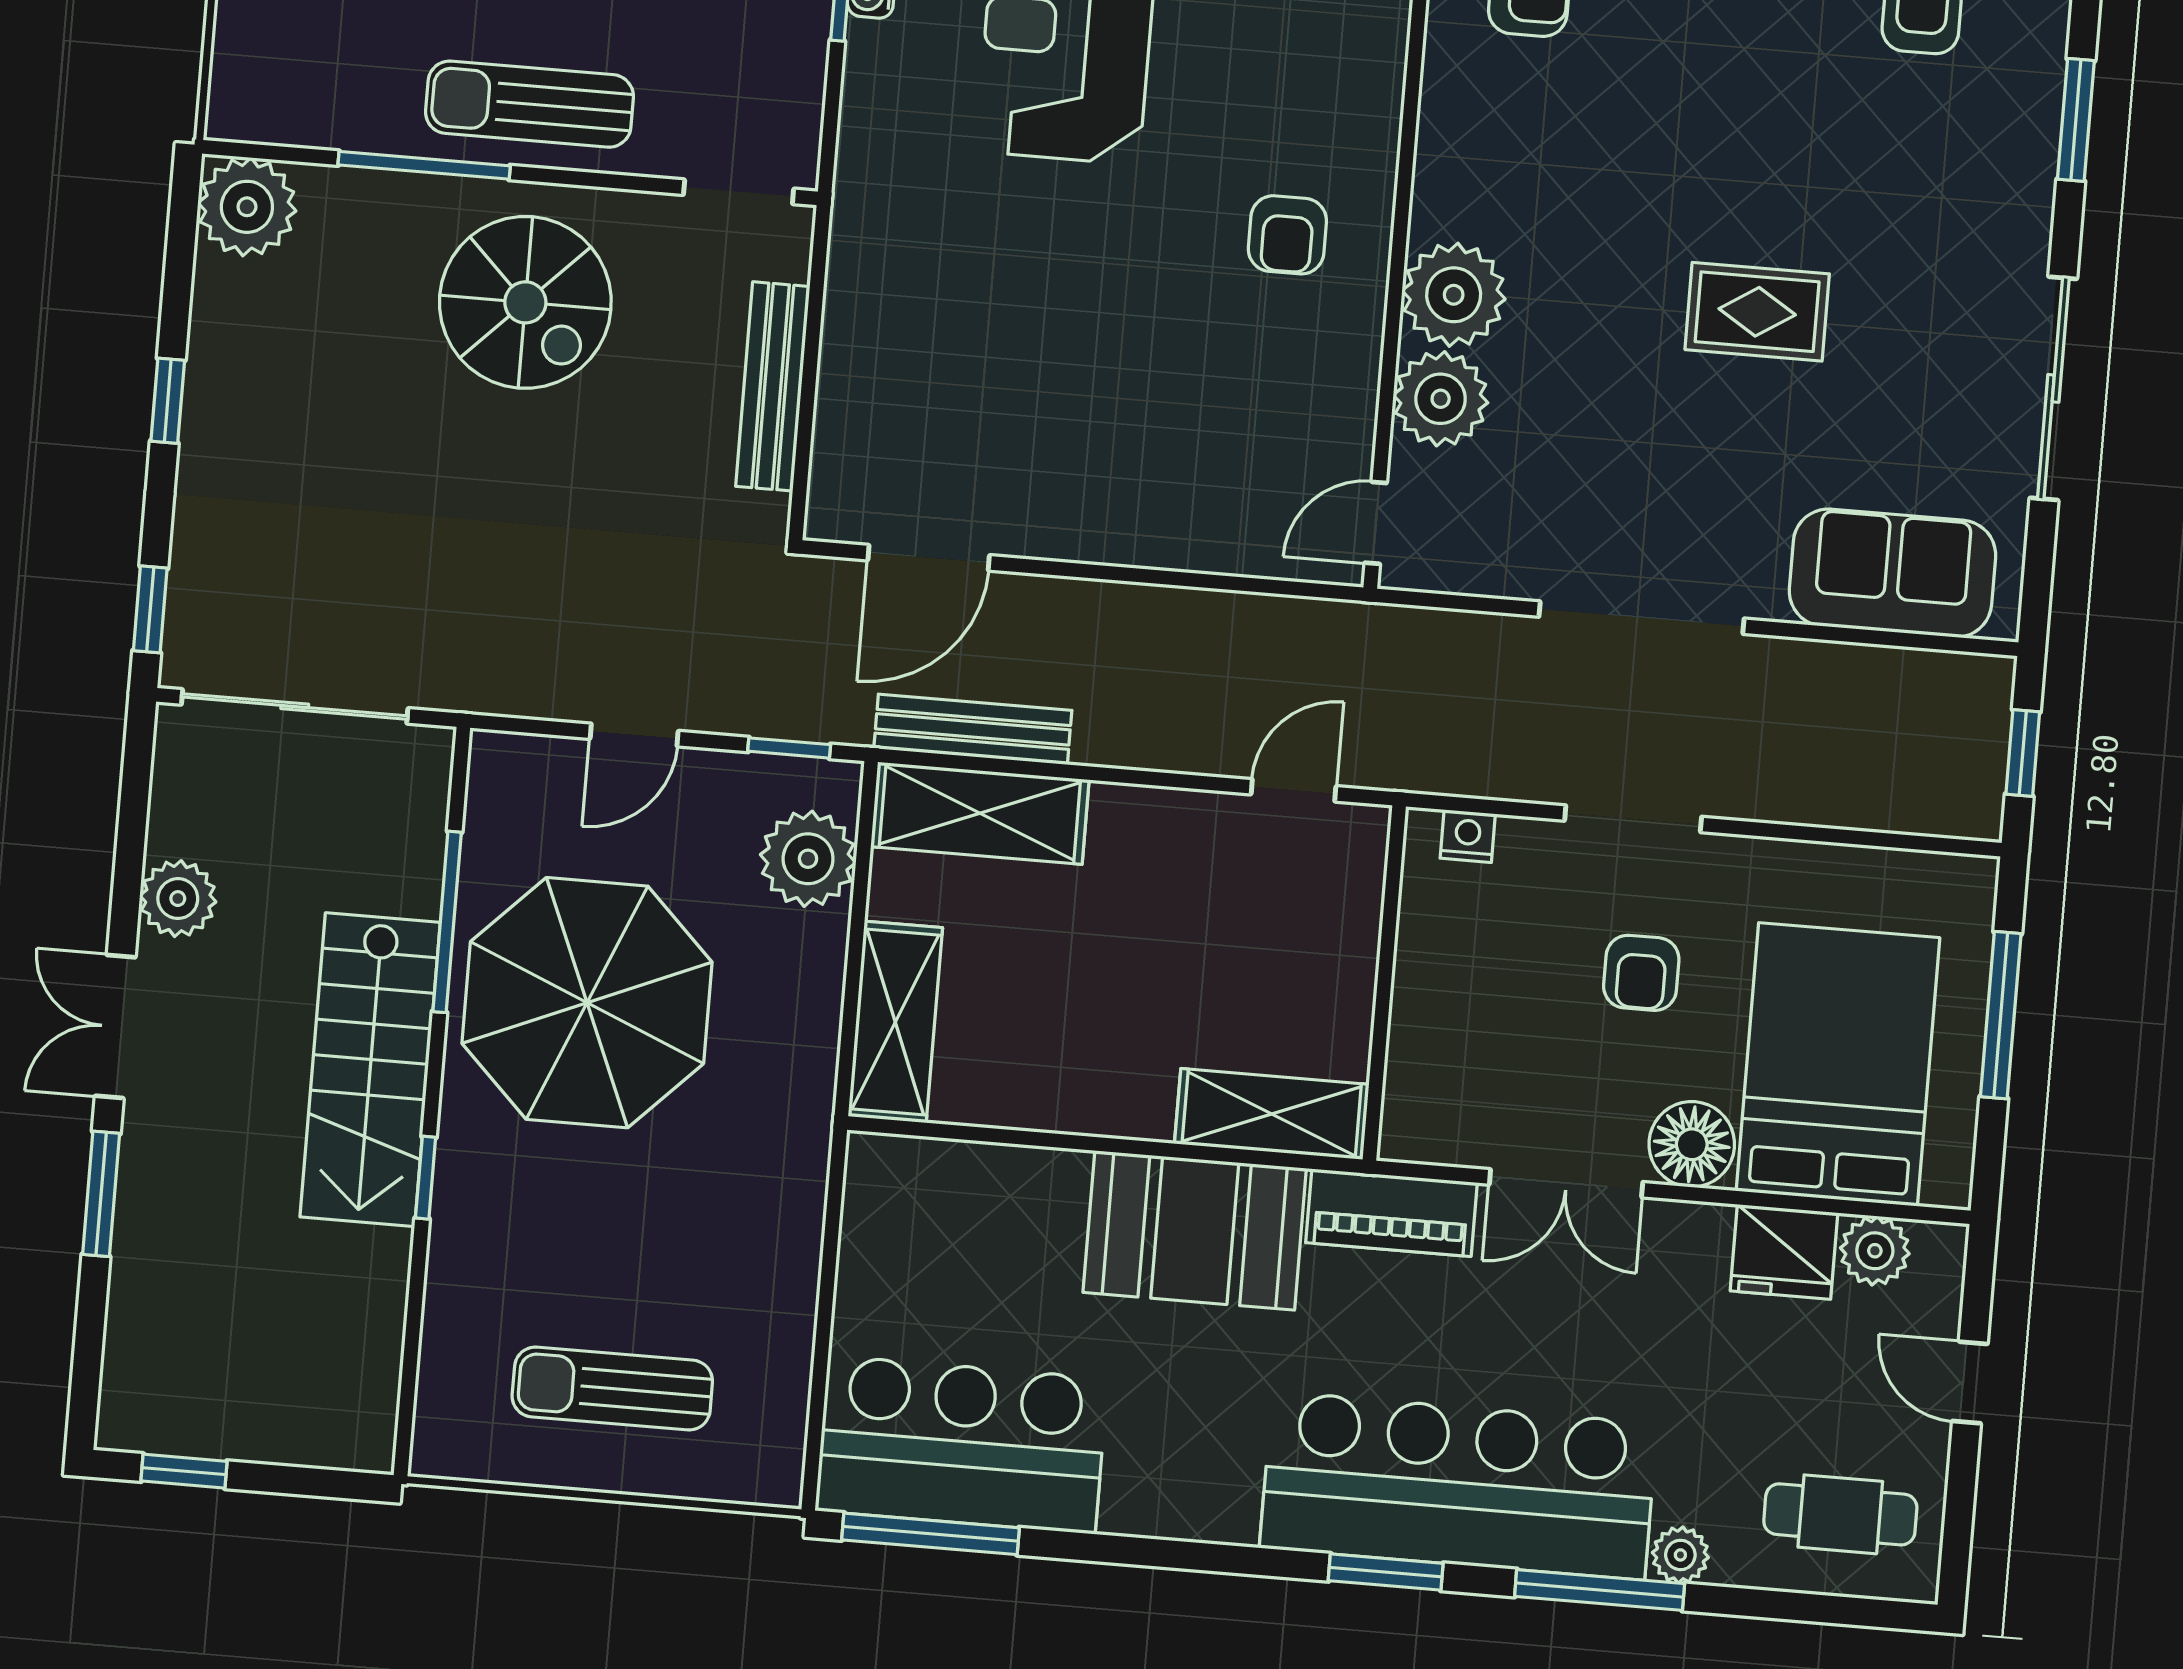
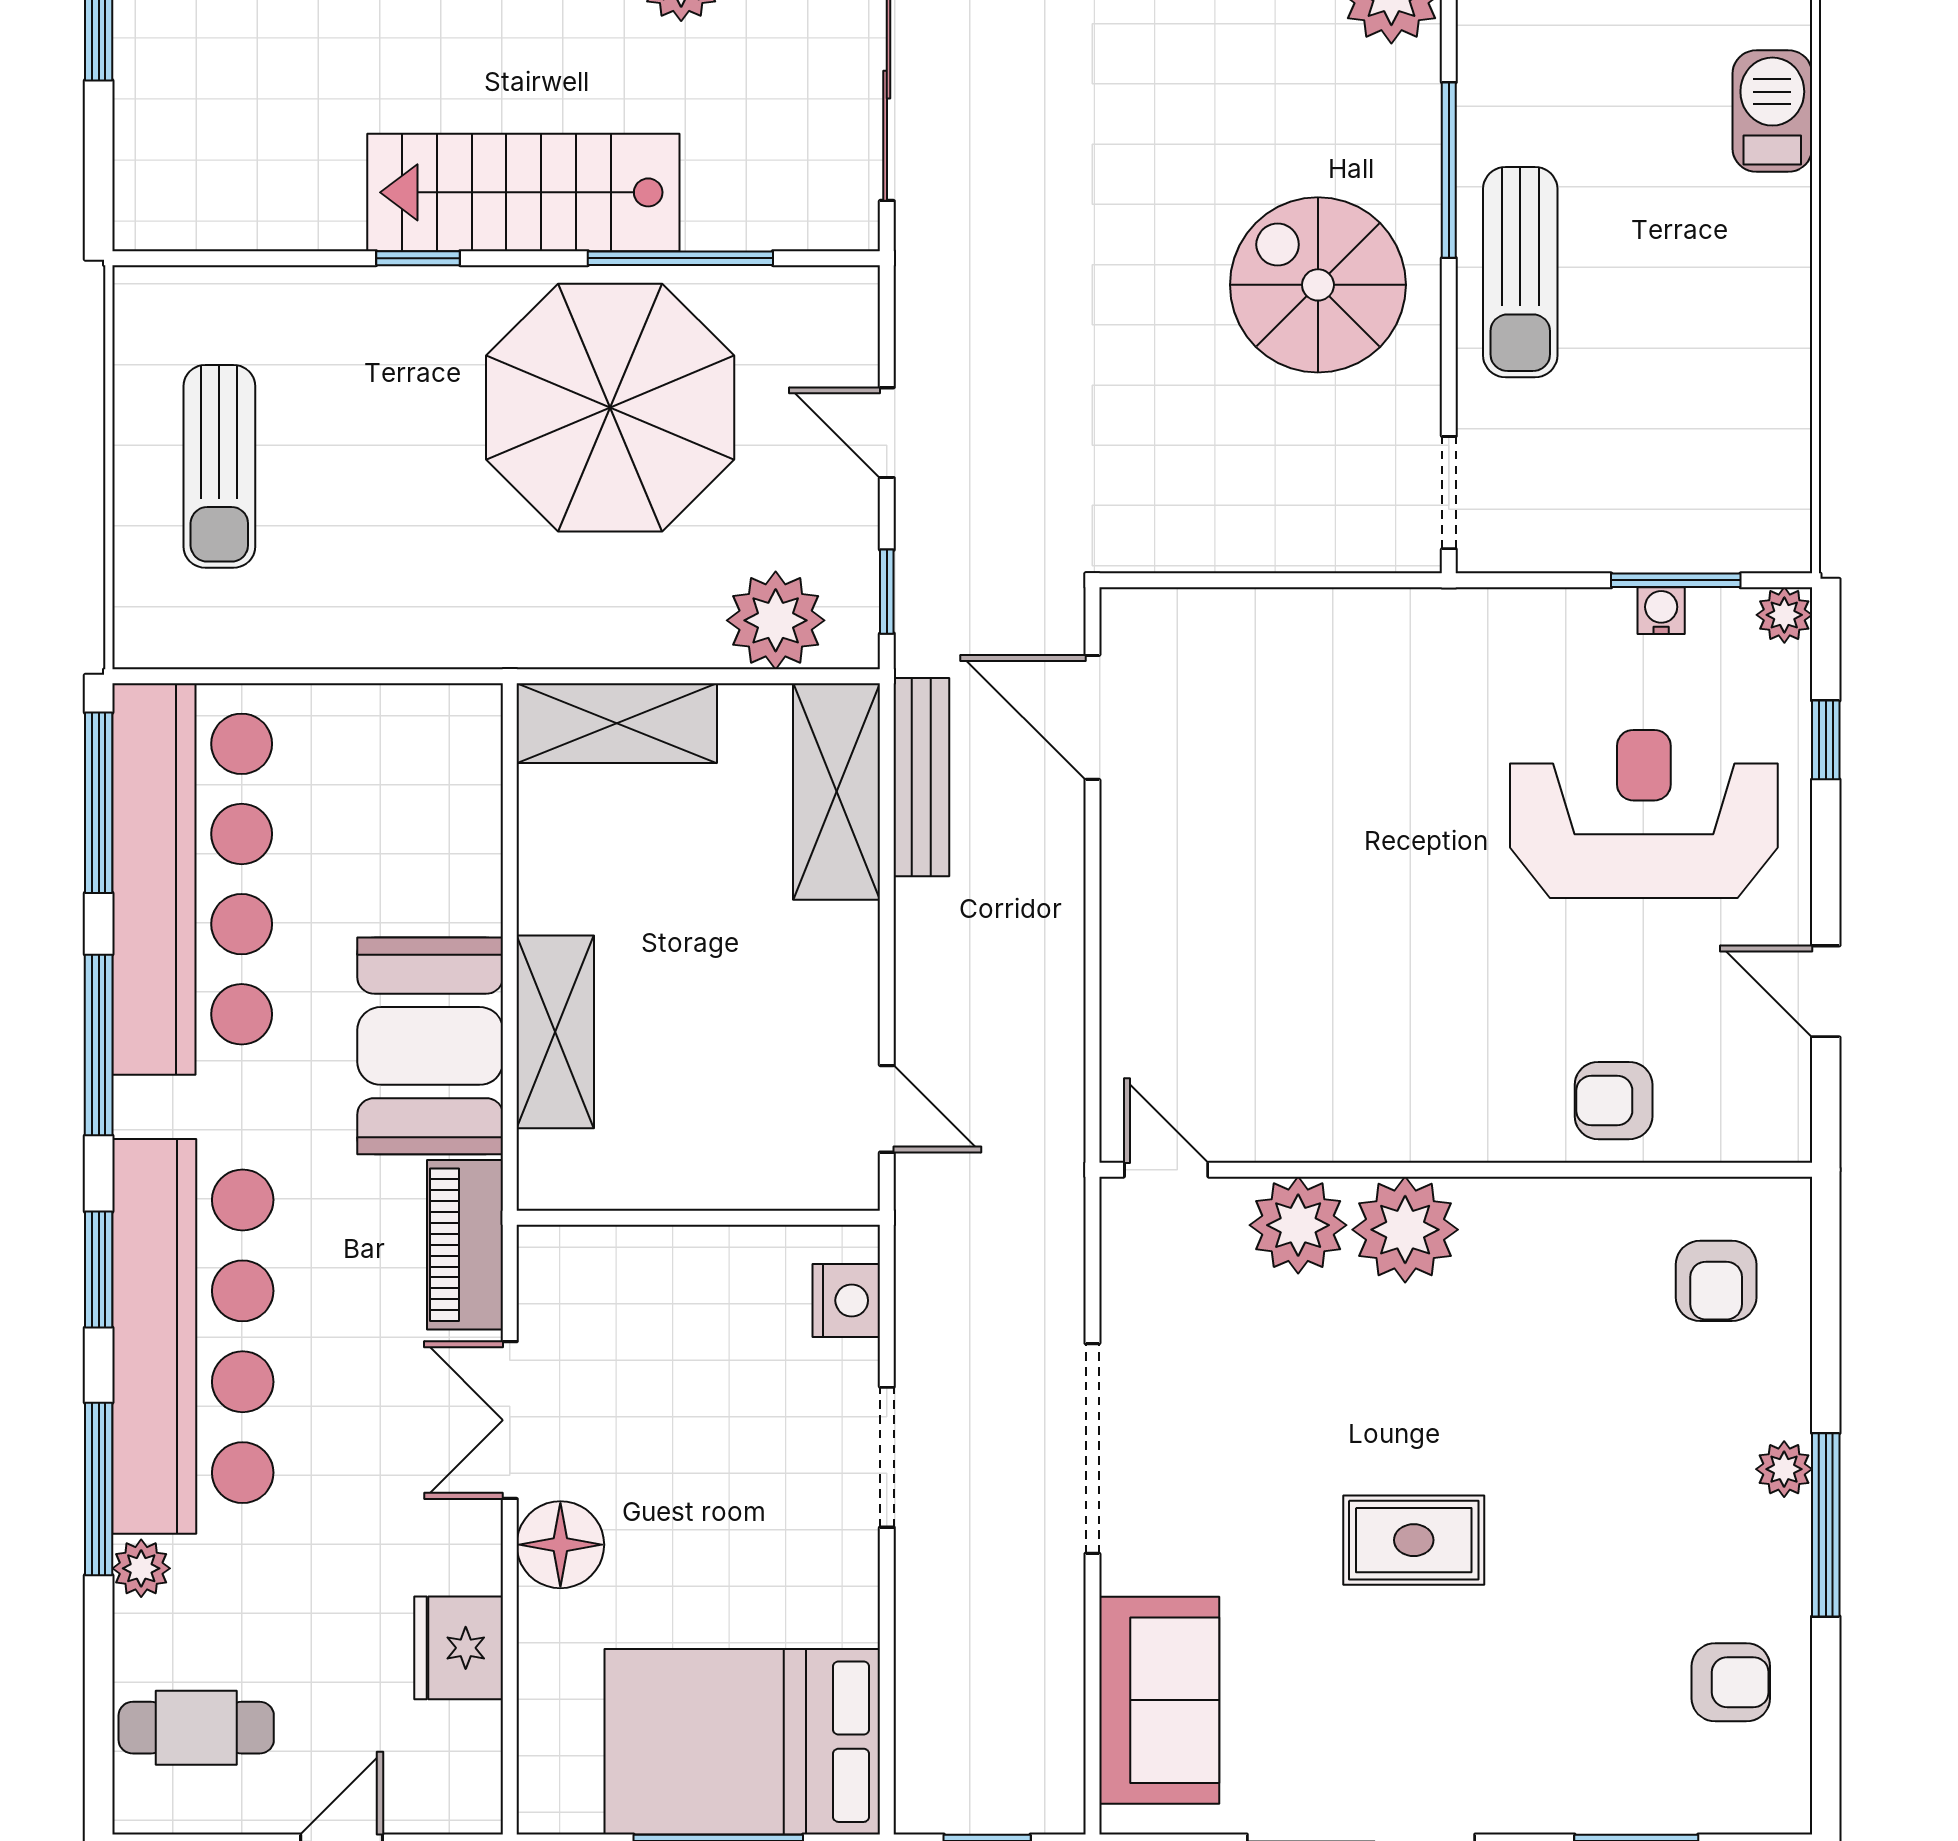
sun lounger: (529, 104) -> (1520, 272), turned 180
armchair: (1287, 235) -> (1614, 1101), moved
spiral stairs: (525, 302) -> (1318, 285), turned 90
rug: (1757, 312) -> (1414, 1540), turned 90
bench: (773, 386) -> (1254, 544), removed
nightstand: (1468, 836) -> (846, 1300), width x1.39, depth x1.35
armchair: (1641, 973) -> (731, 1479), removed
bed: (1838, 1064) -> (742, 1742), moved, turned 180
shelving: (1272, 1114) -> (555, 1032), moved
plant: (1875, 1251) -> (468, 1740), removed
sun lounger: (612, 1389) -> (219, 466), turned 180
bar counter: (962, 1445) -> (192, 879), width x1.36
cafe table: (1840, 1514) -> (196, 1728), turned 90
window: (1167, 1554) -> (99, 1045), added

